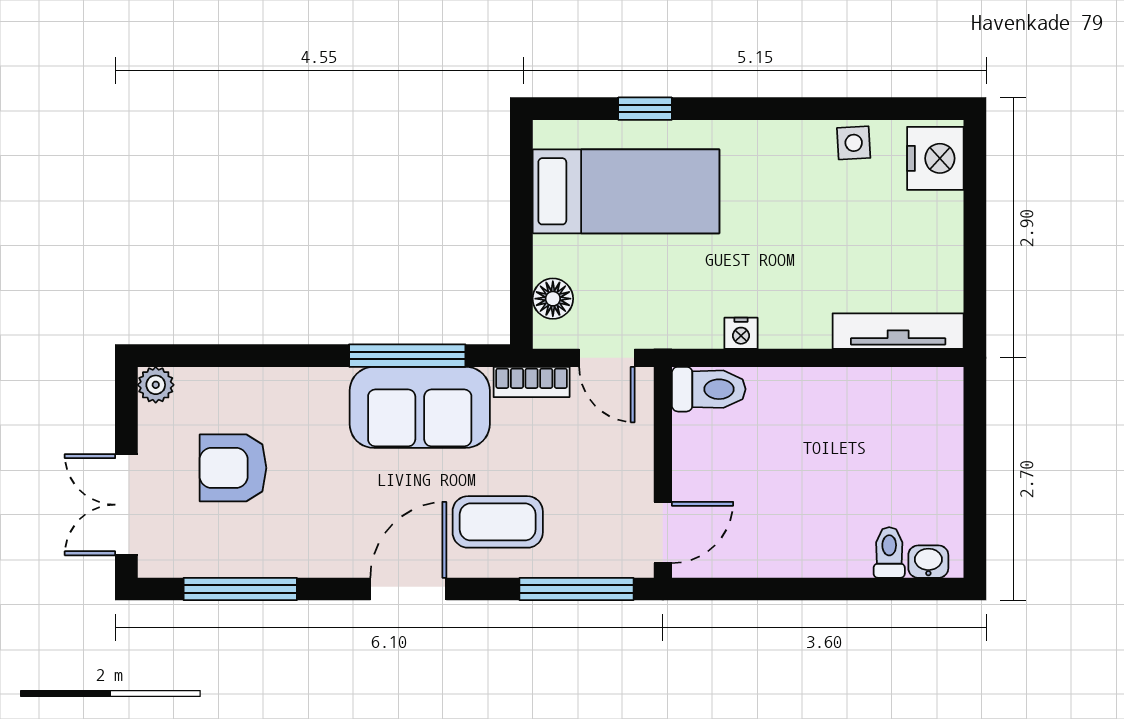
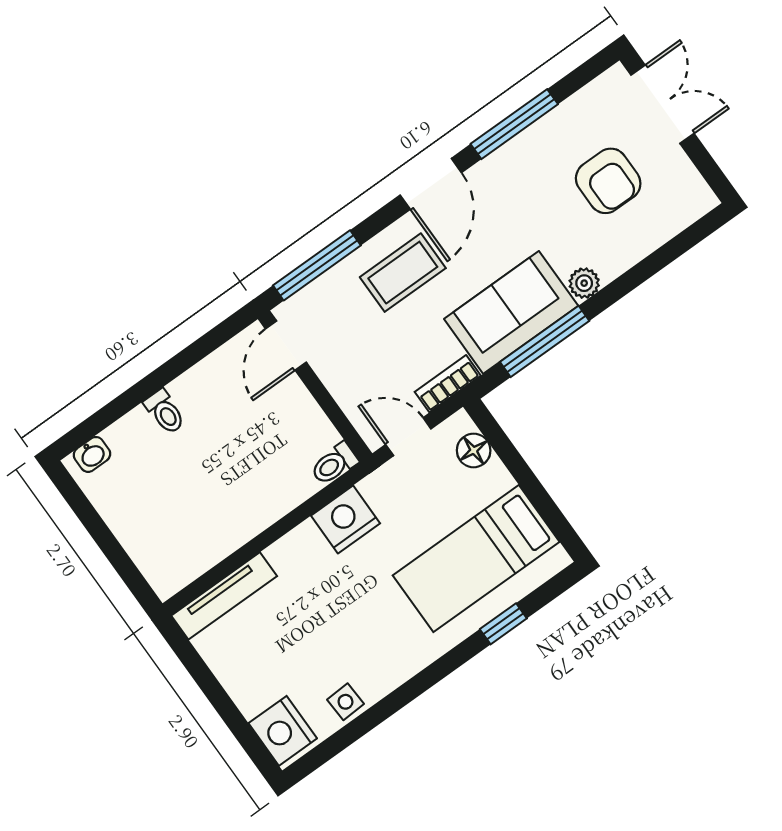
nightstand: (741, 333) -> (345, 520), width x1.89, depth x1.79
plant: (156, 385) -> (584, 283), moved
toilet: (709, 389) -> (334, 464), width x0.73, depth x0.72
armchair: (233, 468) -> (608, 181), turned 90
toilet: (889, 552) -> (165, 412), moved
window: (240, 589) -> (514, 124), moved

